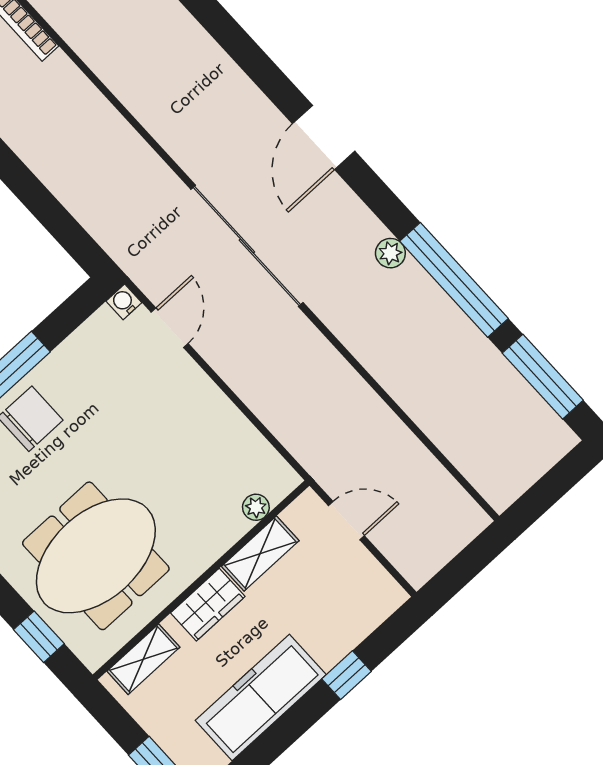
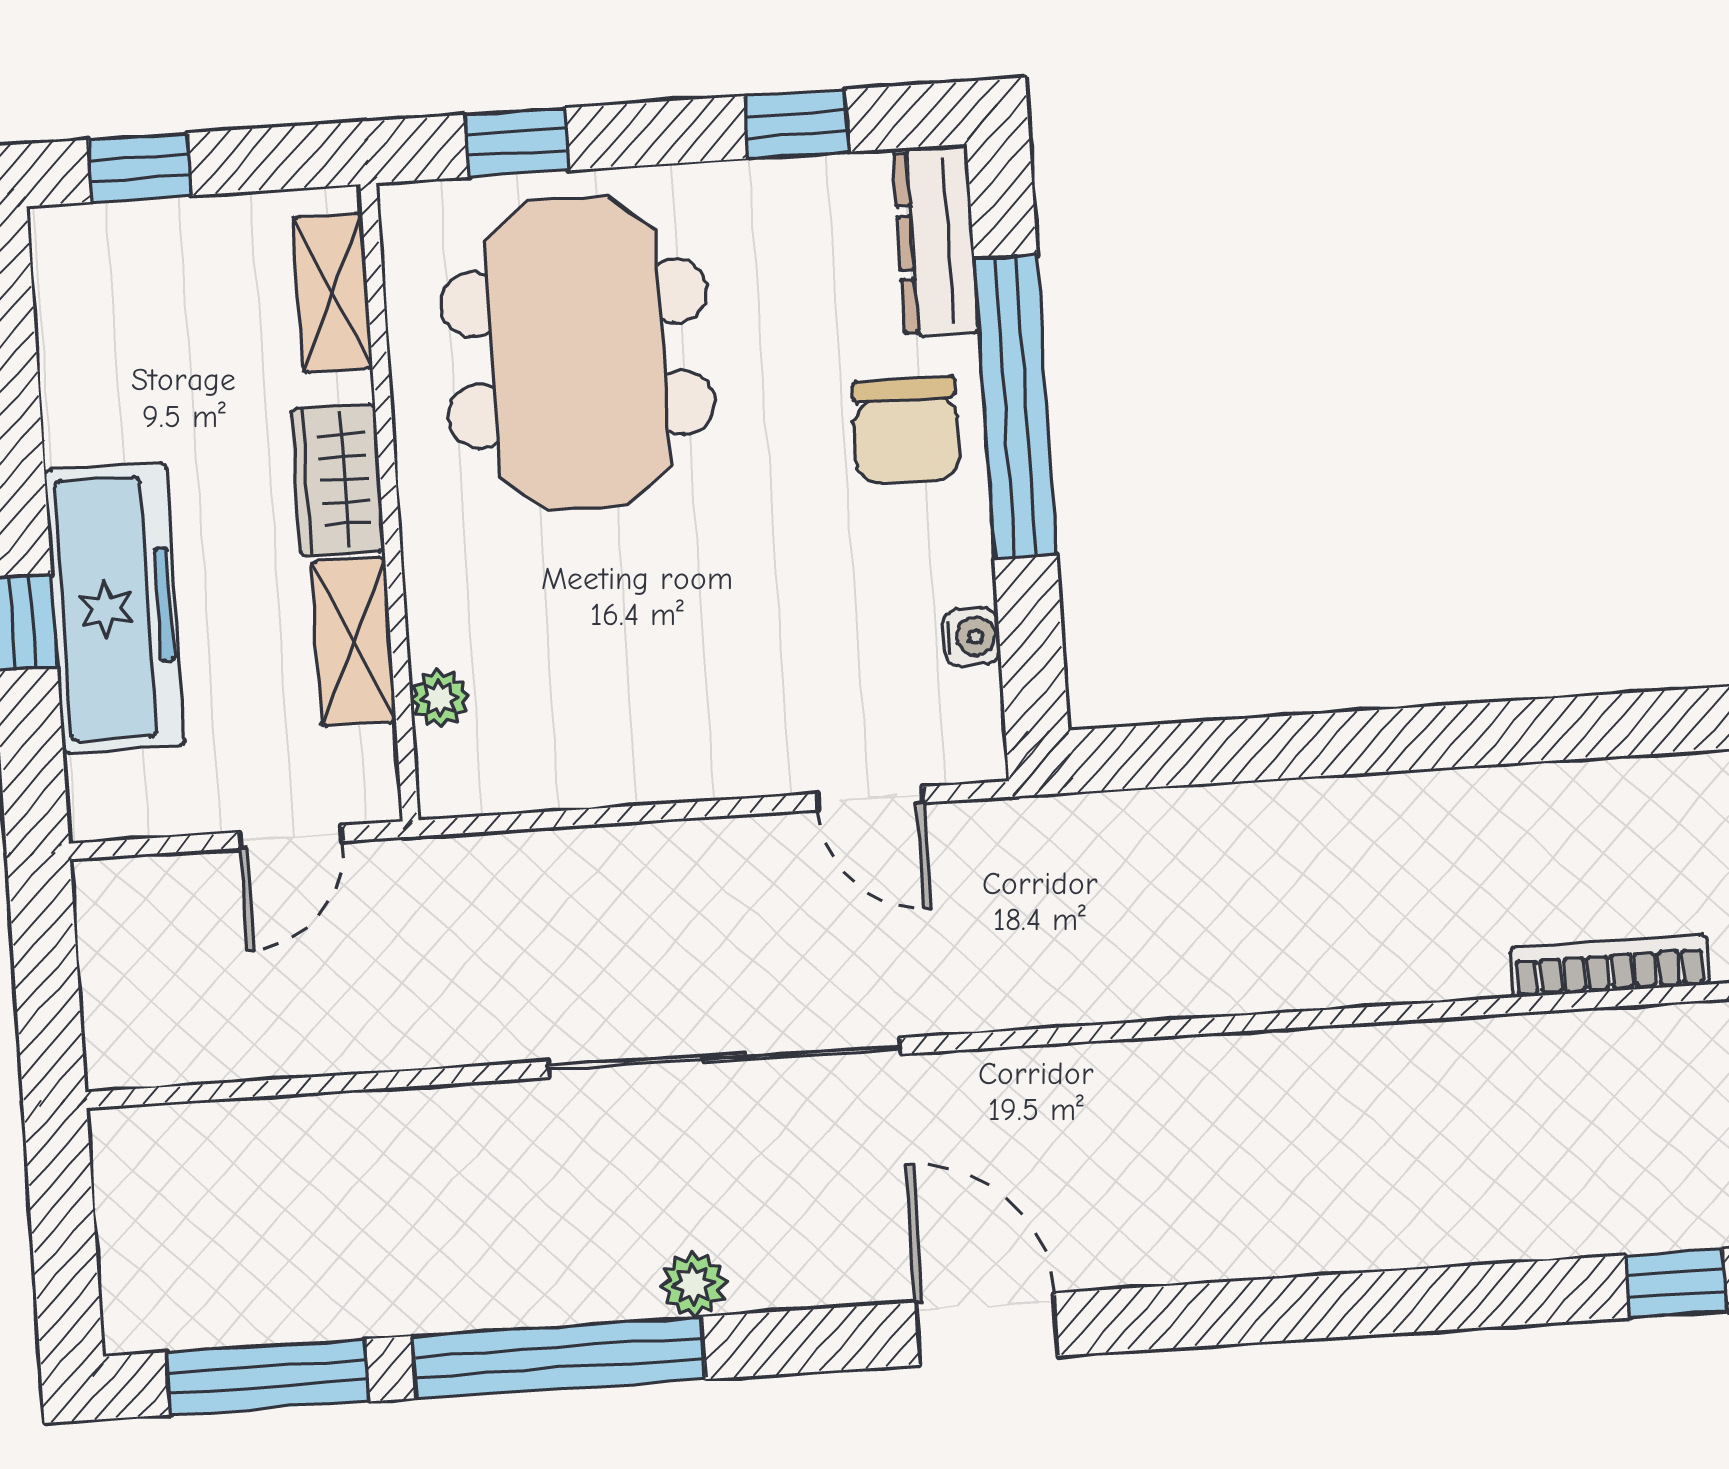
sliding door: (247, 246) -> (724, 1058), moved
water cooler: (124, 302) -> (971, 637), moved
freezer: (261, 697) -> (114, 608), moved

